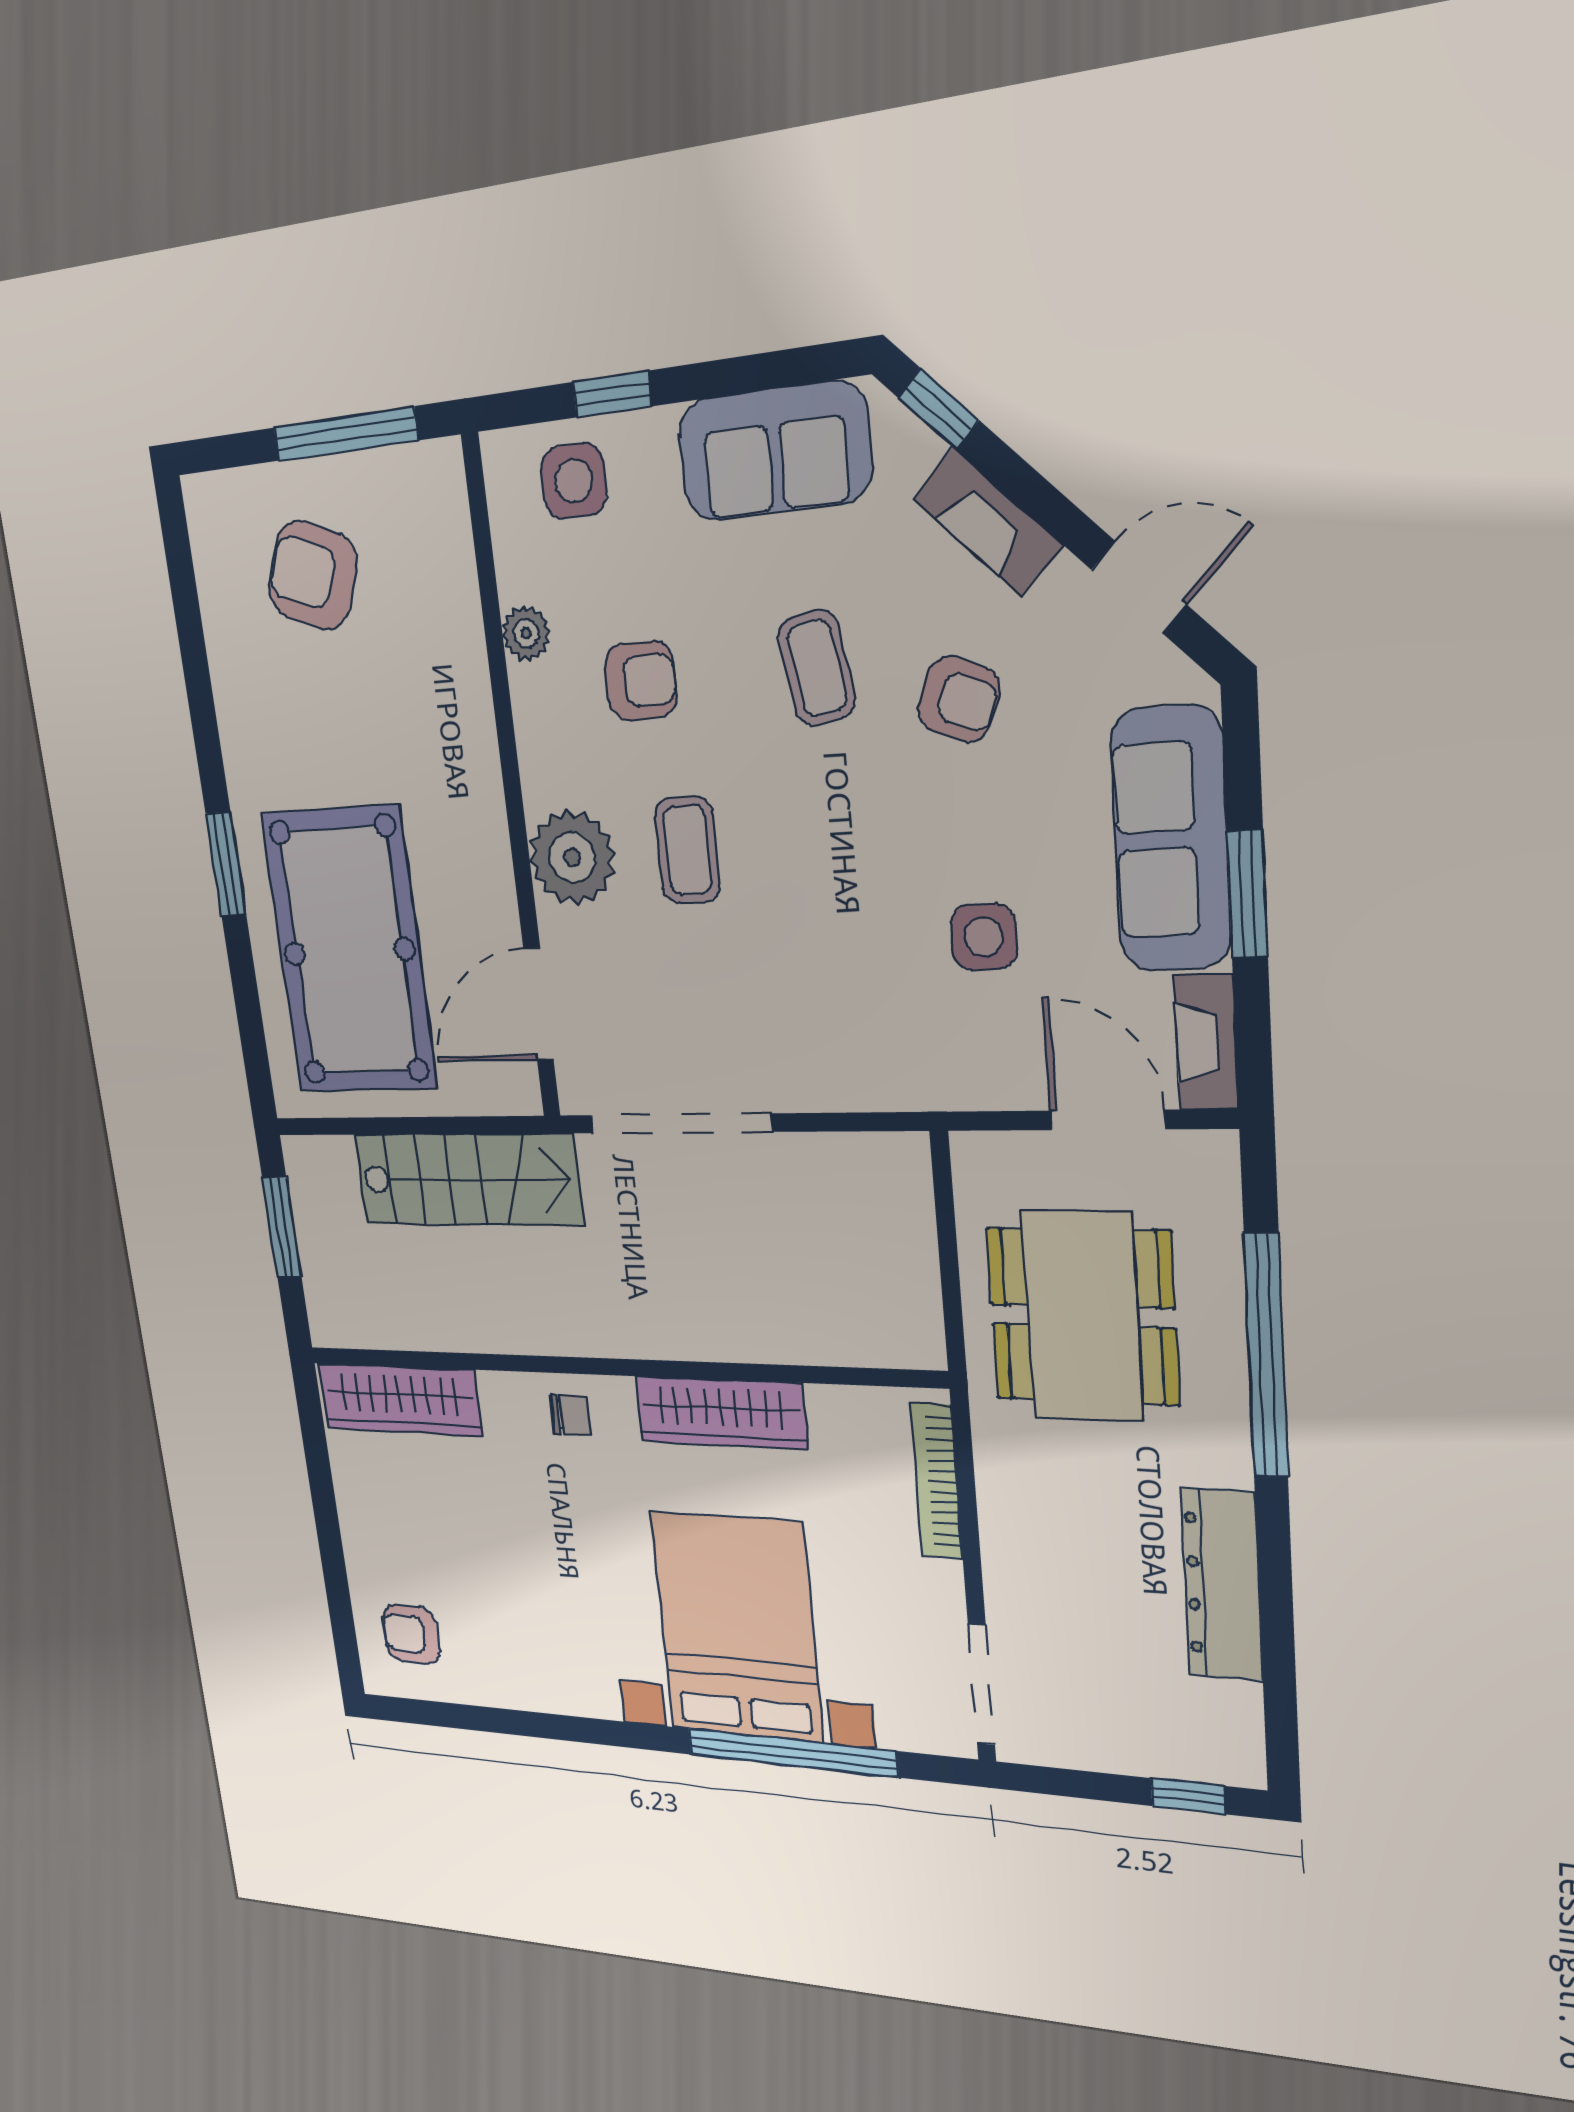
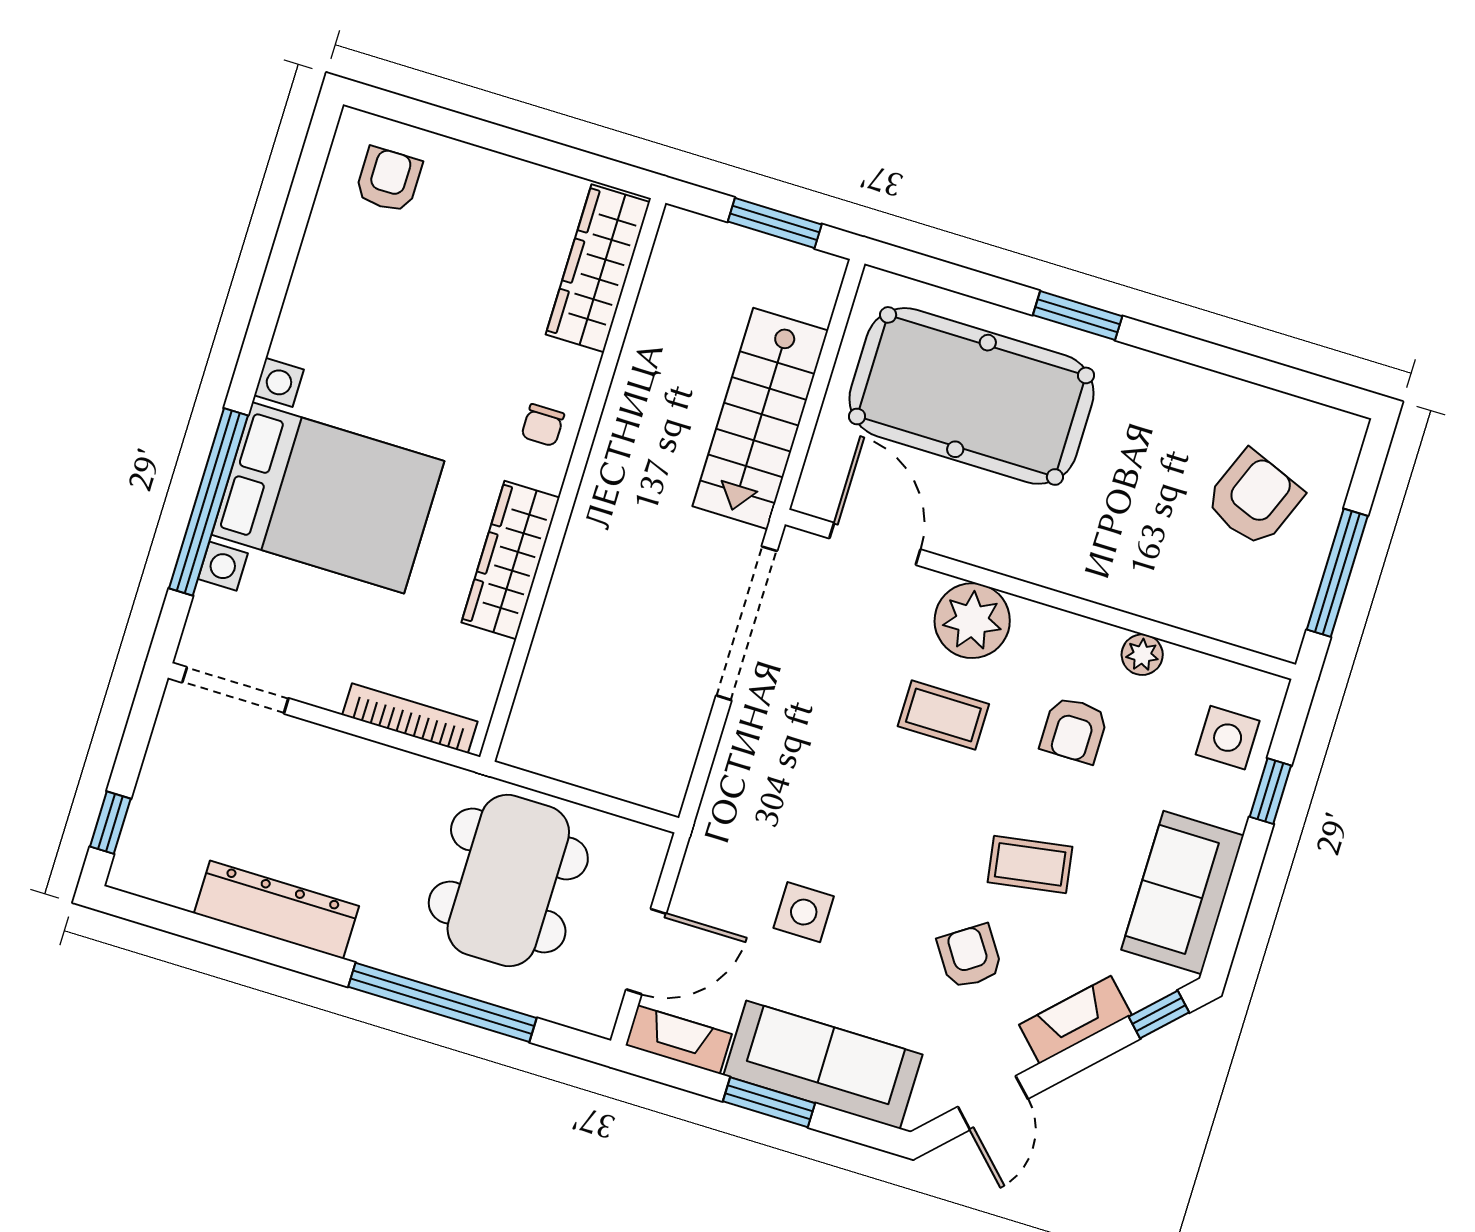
armchair: (959, 699) -> (970, 956), turned 123
dining table: (1082, 1316) -> (508, 881), turned 90

